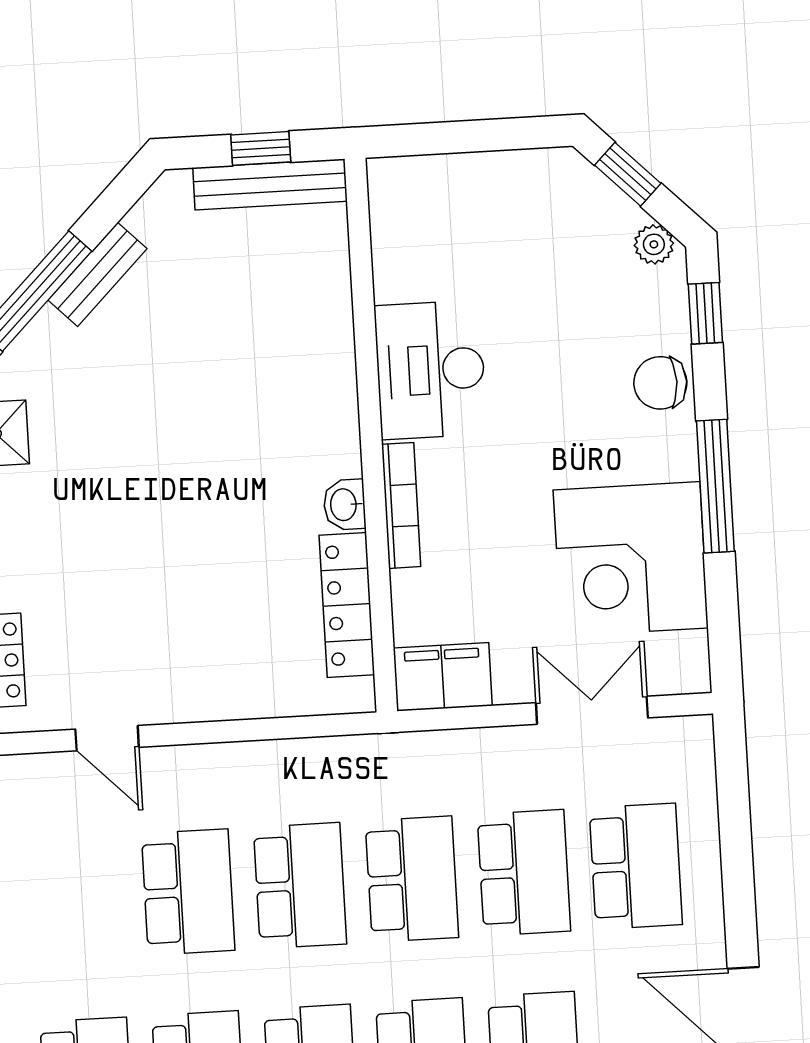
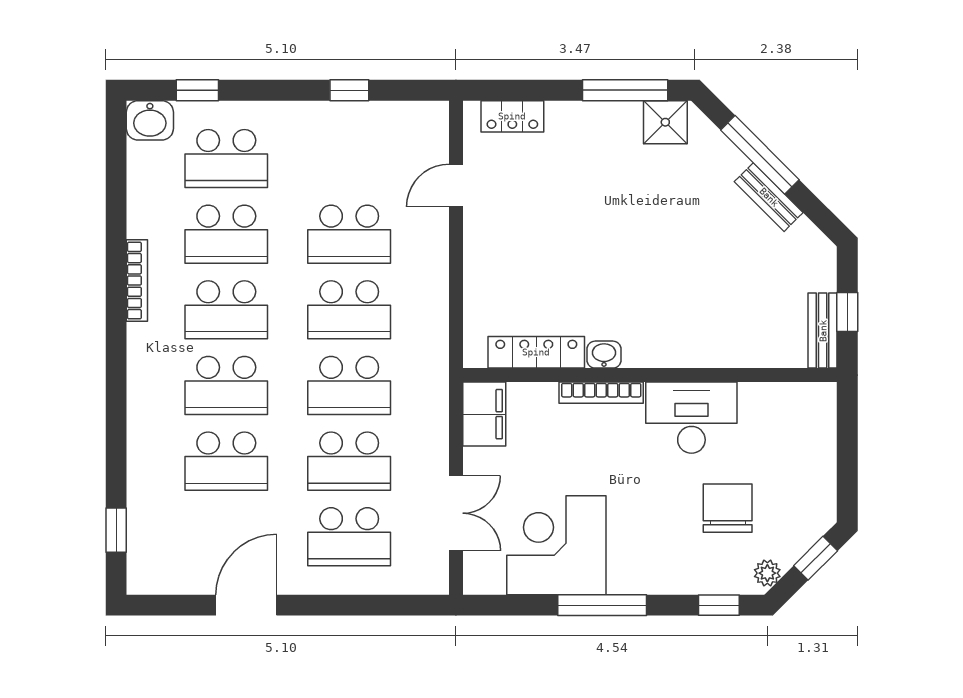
bench: (270, 184) -> (823, 331), width x0.73
chair: (660, 383) -> (728, 508), moved, width x1.37, depth x1.37

